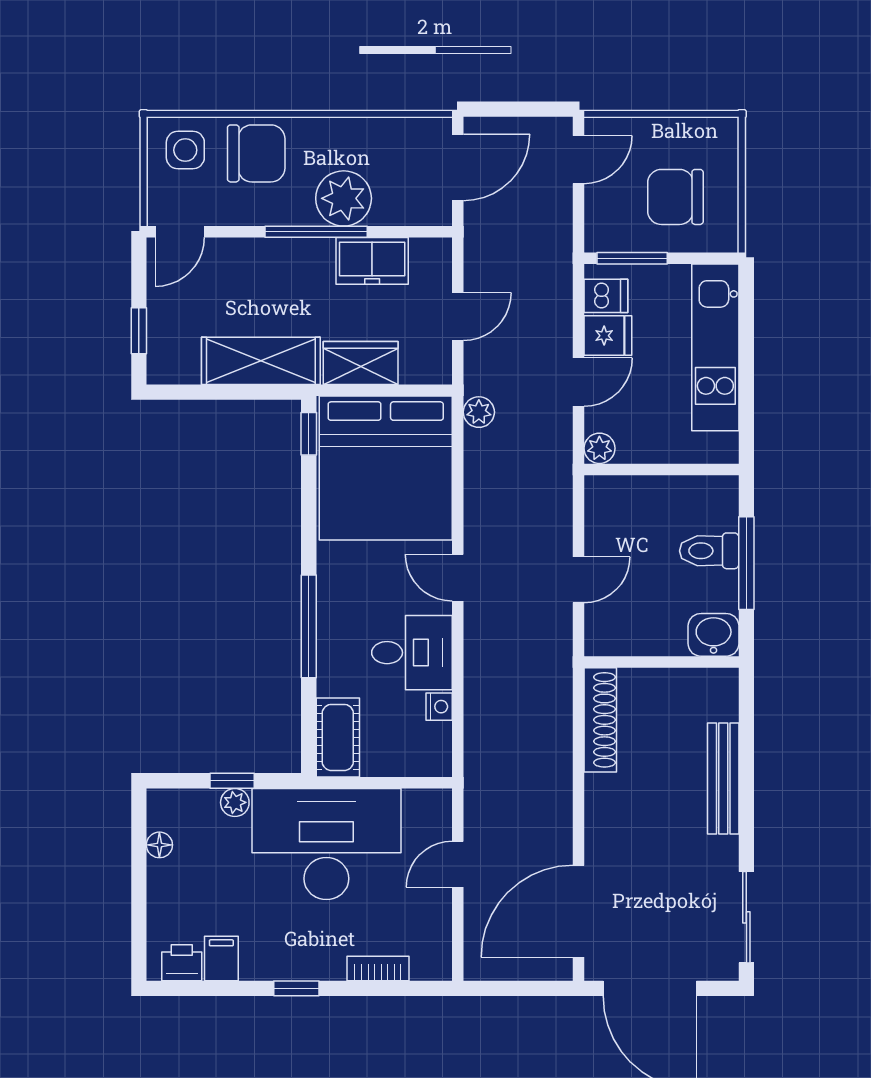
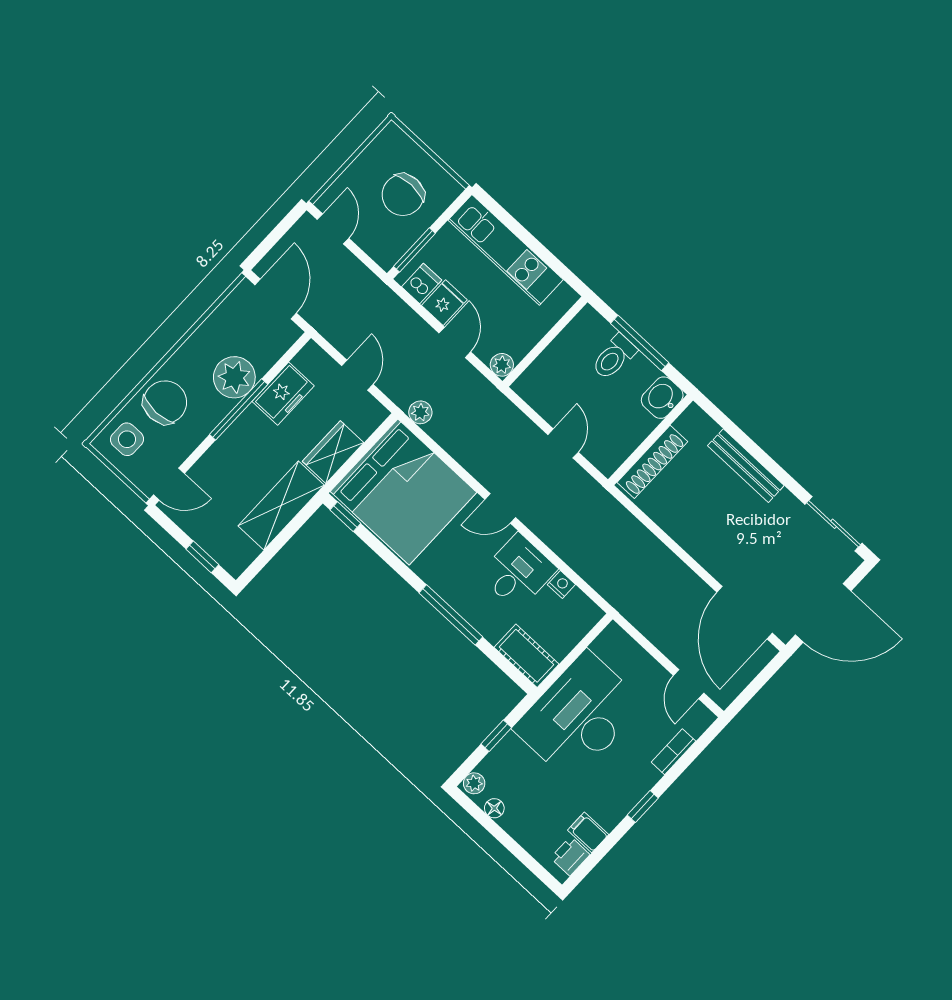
door: (180, 232) -> (169, 484), hinge flipped
shoe rack: (600, 720) -> (652, 462), moved, turned 90
plant: (235, 802) -> (474, 783), moved
door: (458, 864) -> (689, 684), moved

